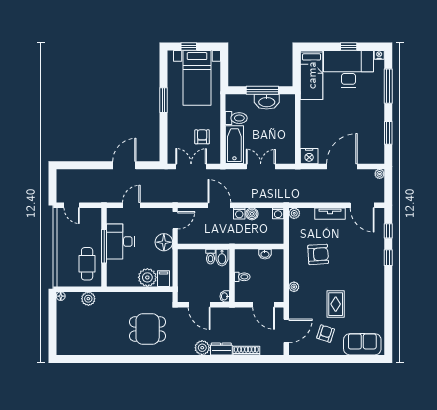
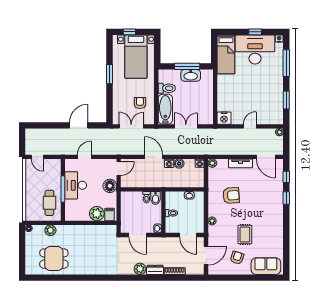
door: (342, 166) -> (250, 126), width x0.53
dining table: (148, 329) -> (54, 259), moved

